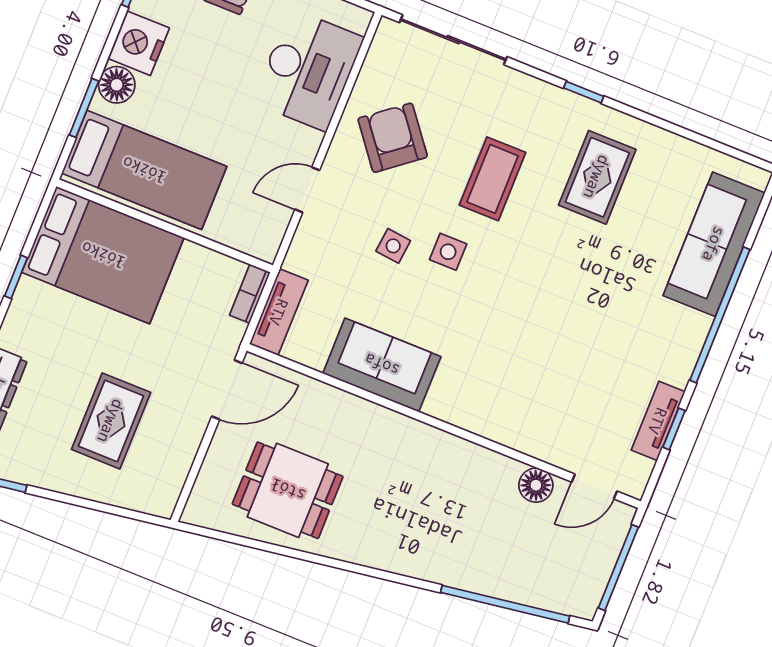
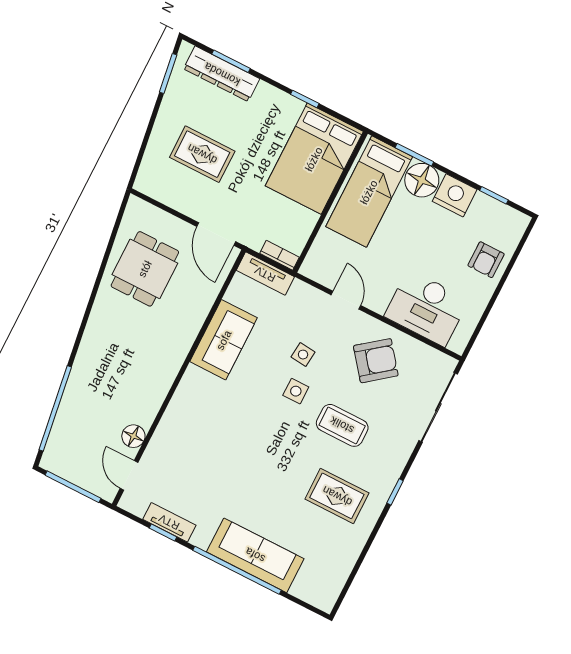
floor lamp: (117, 85) -> (422, 180), width x1.38, depth x1.38
sofa: (714, 244) -> (255, 555), moved

